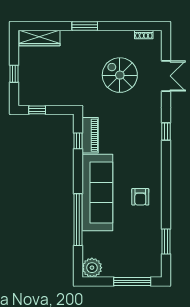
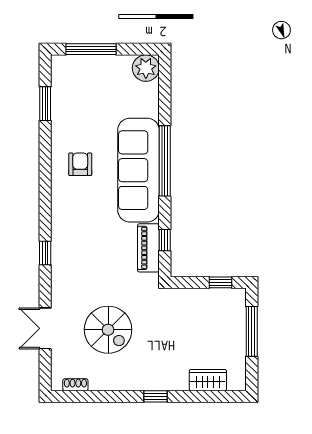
window: (85, 26) -> (156, 396), width x0.67
wardrobe: (39, 38) -> (208, 380), width x0.67
window: (14, 74) -> (252, 331), width x2.17
window: (78, 220) -> (165, 161), moved

